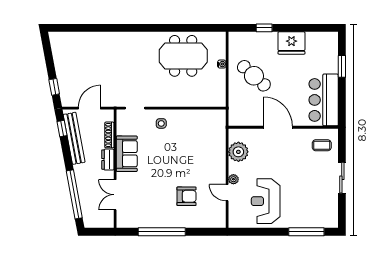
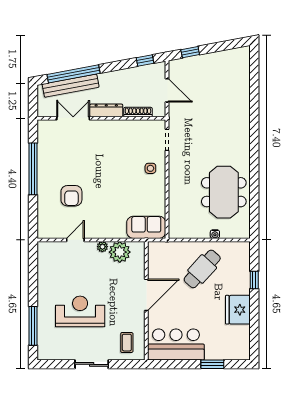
bench: (74, 138) -> (71, 86), moved
sofa: (127, 154) -> (146, 227), moved, turned 180
dresser: (108, 160) -> (106, 110), width x1.44
plant: (233, 179) -> (102, 247), moved
reception desk: (266, 201) -> (80, 311), moved

